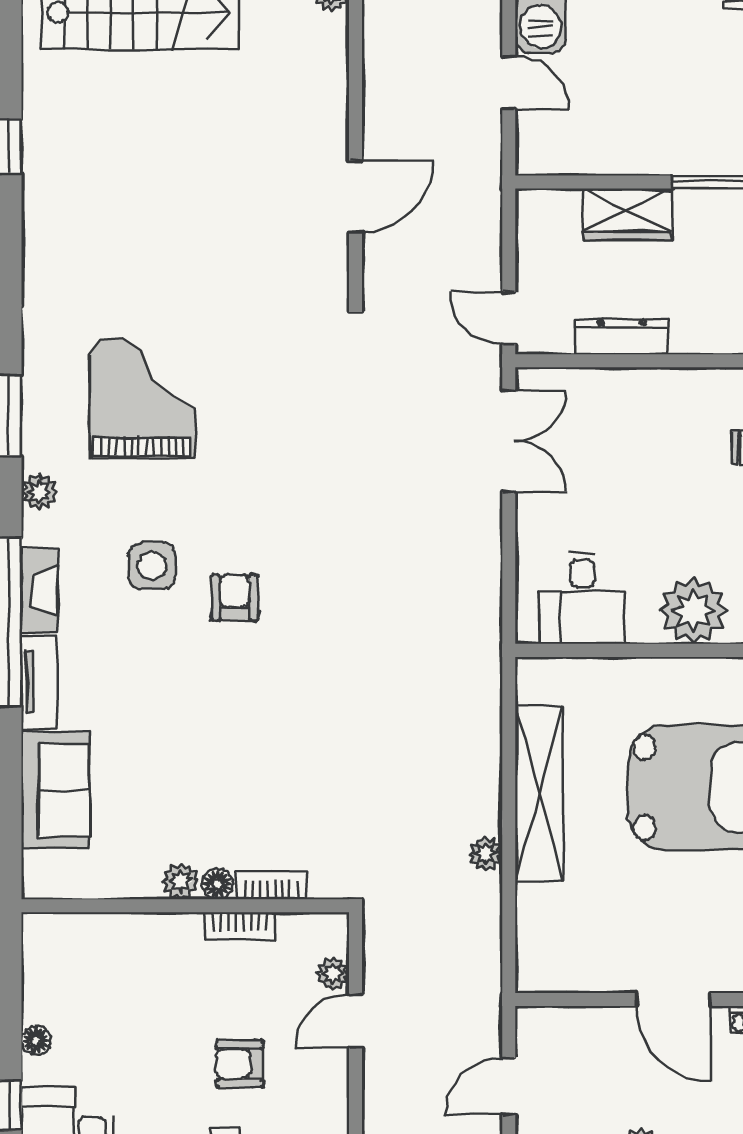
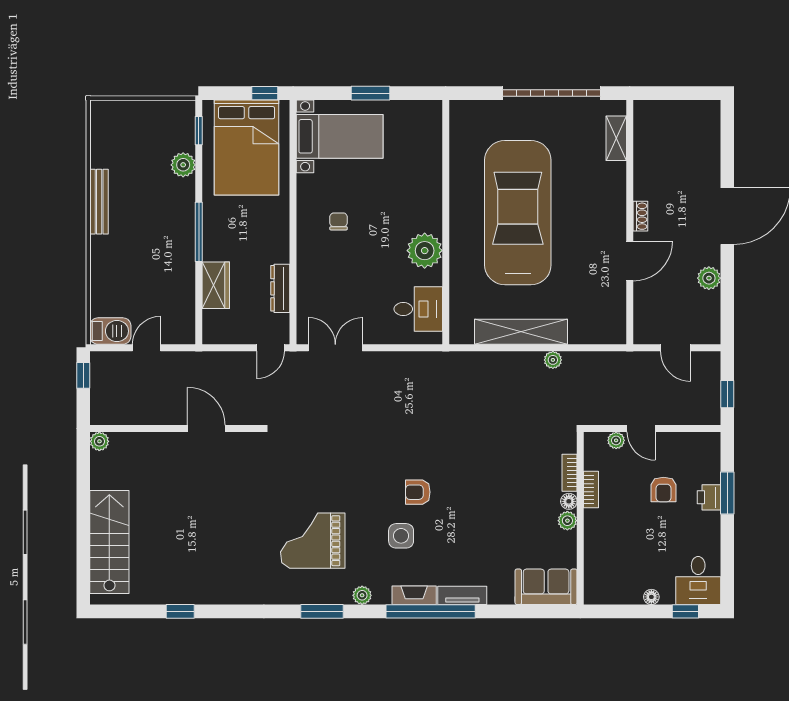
sofa: (55, 790) -> (546, 587), moved

